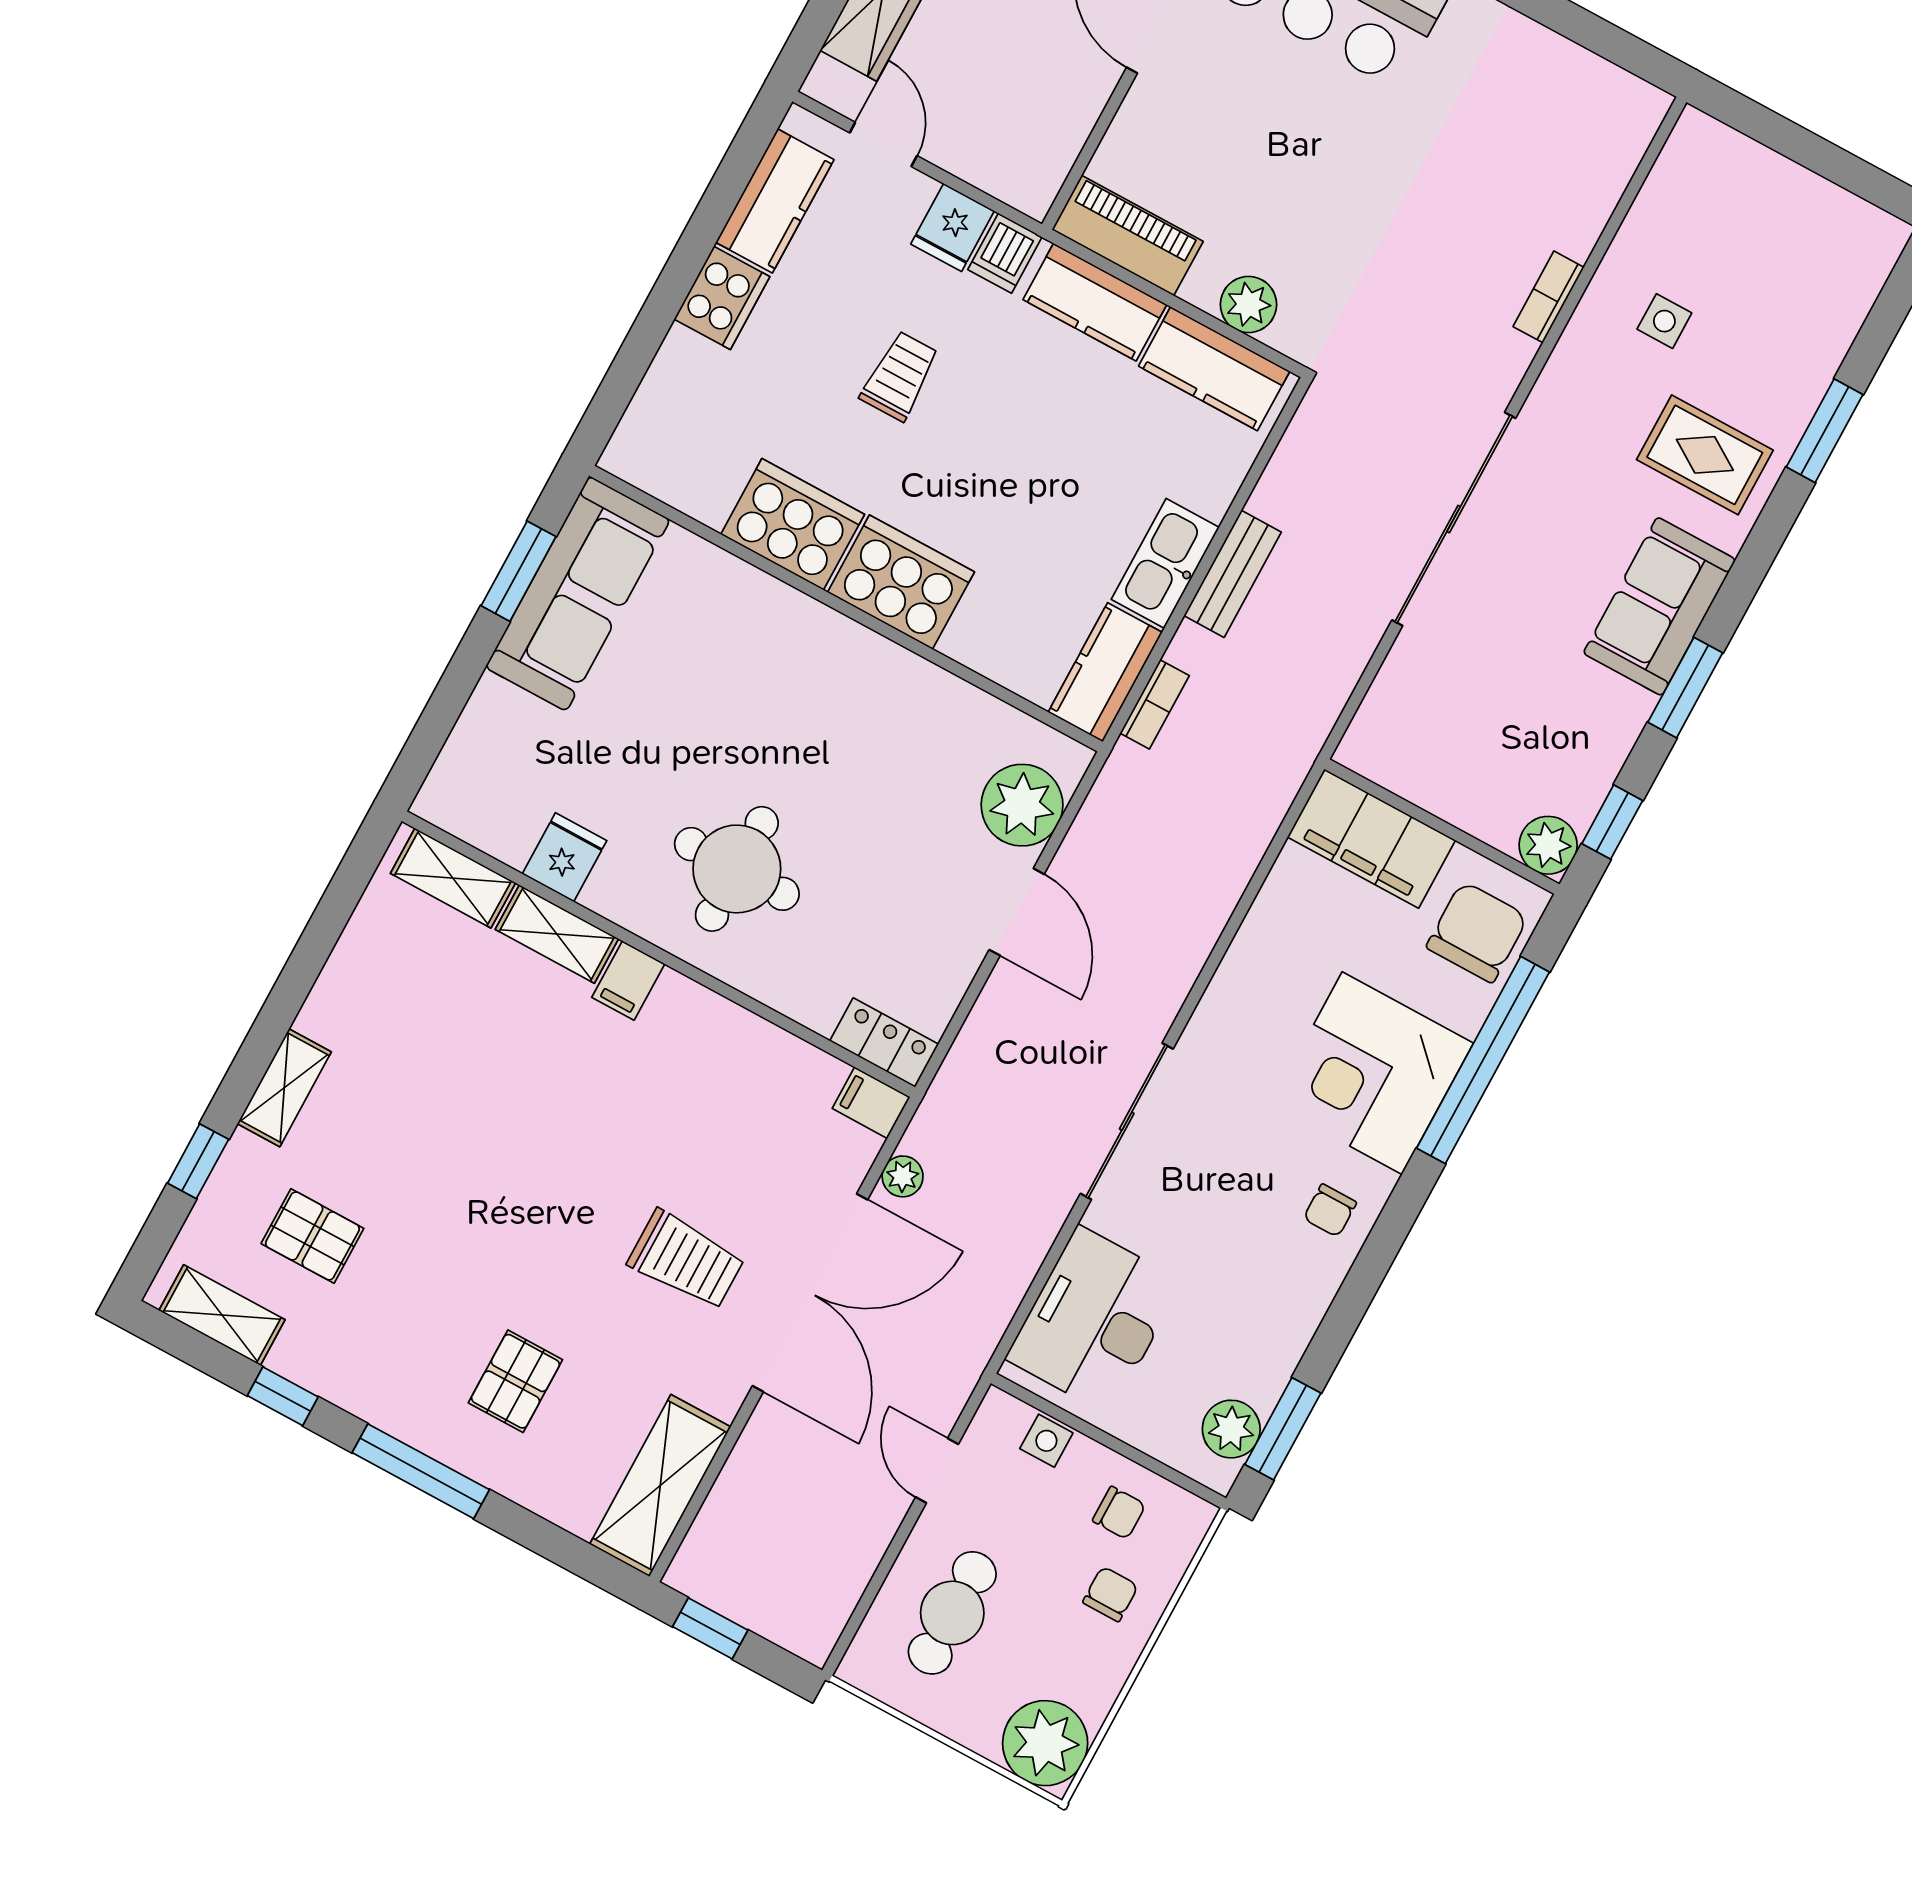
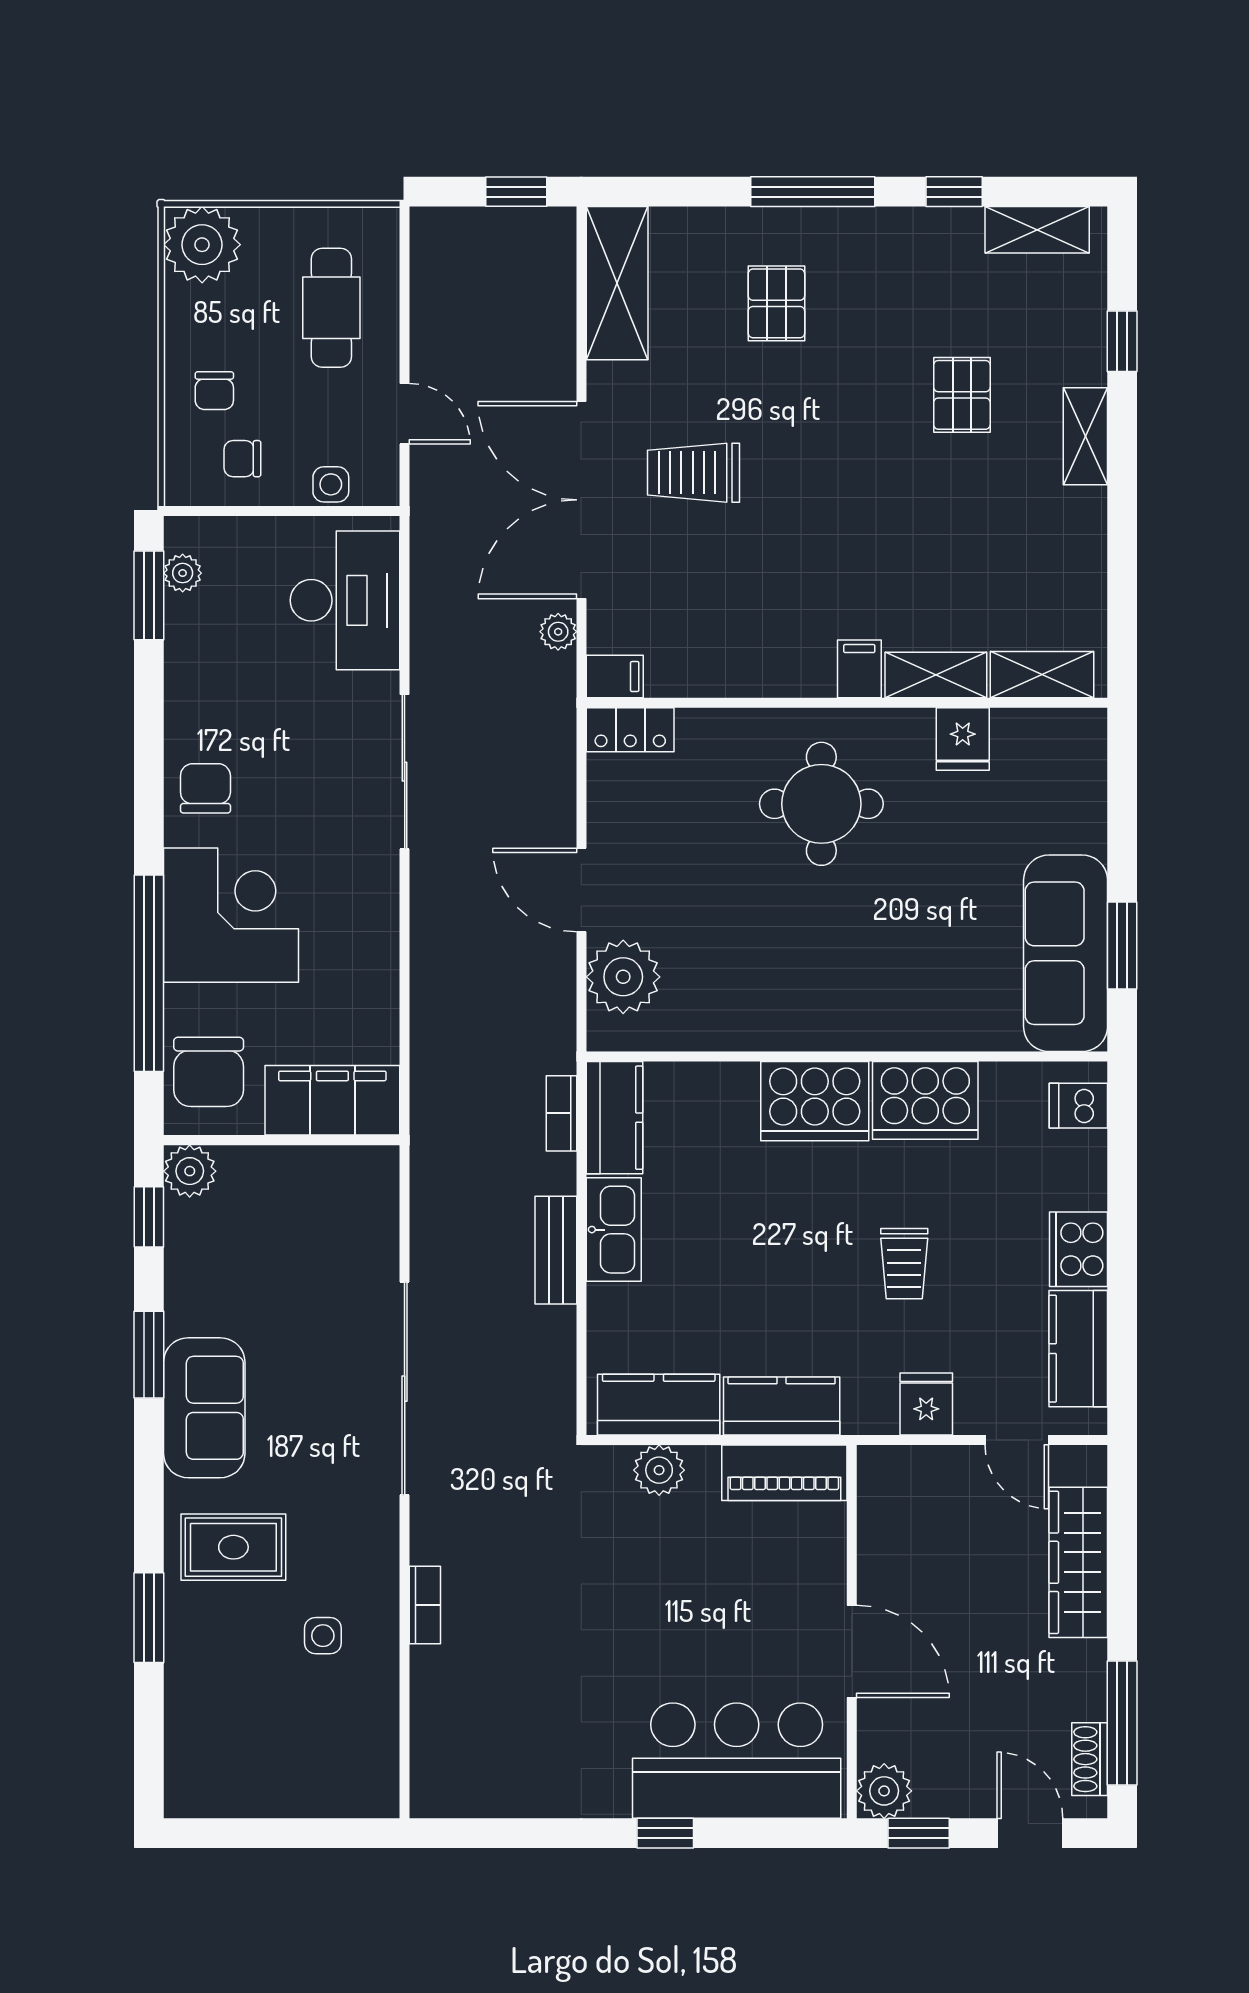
dishwasher: (1005, 253) -> (1078, 1106), moved, turned -90
chair: (1330, 1210) -> (205, 788), width x1.37, depth x1.37
pallet: (312, 1236) -> (962, 395), moved, turned 90
plant: (1231, 1429) -> (183, 573), width x0.73, depth x0.73

